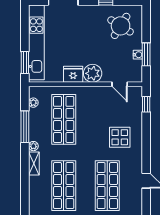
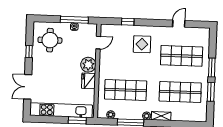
round table: (121, 26) -> (50, 40), turned -32
window: (146, 54) -> (74, 20), width x1.44
window: (146, 104) -> (128, 22), moved

